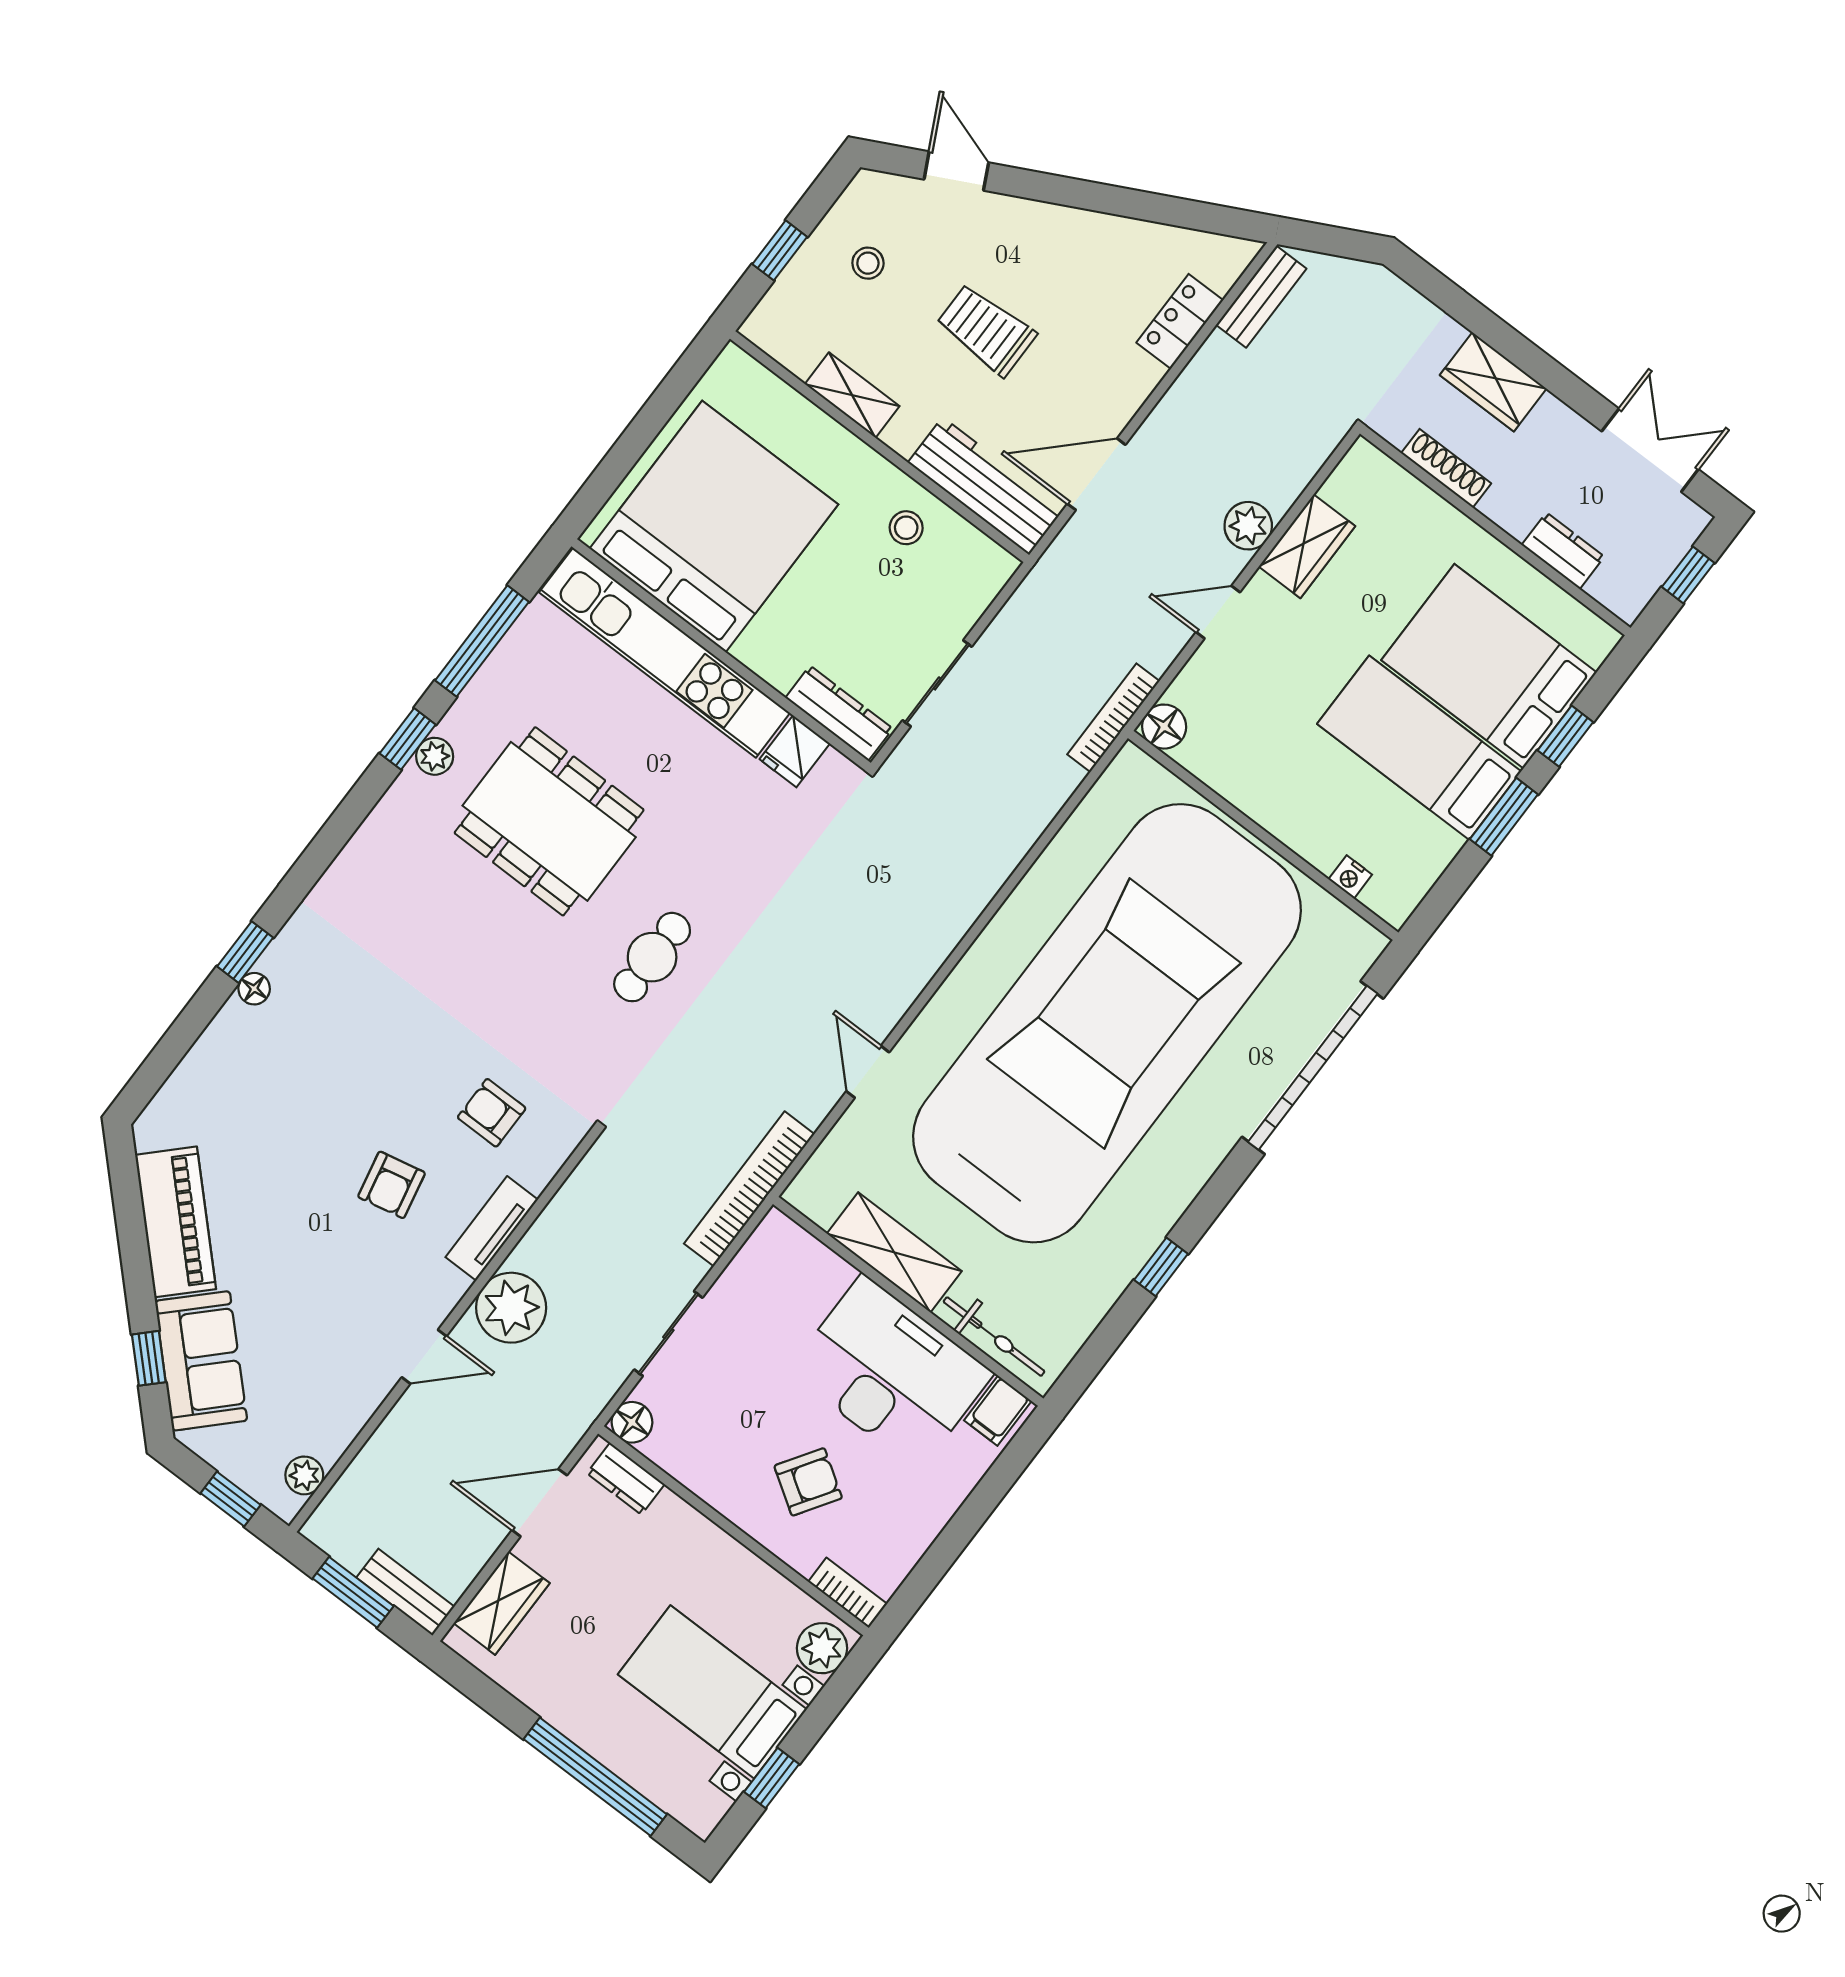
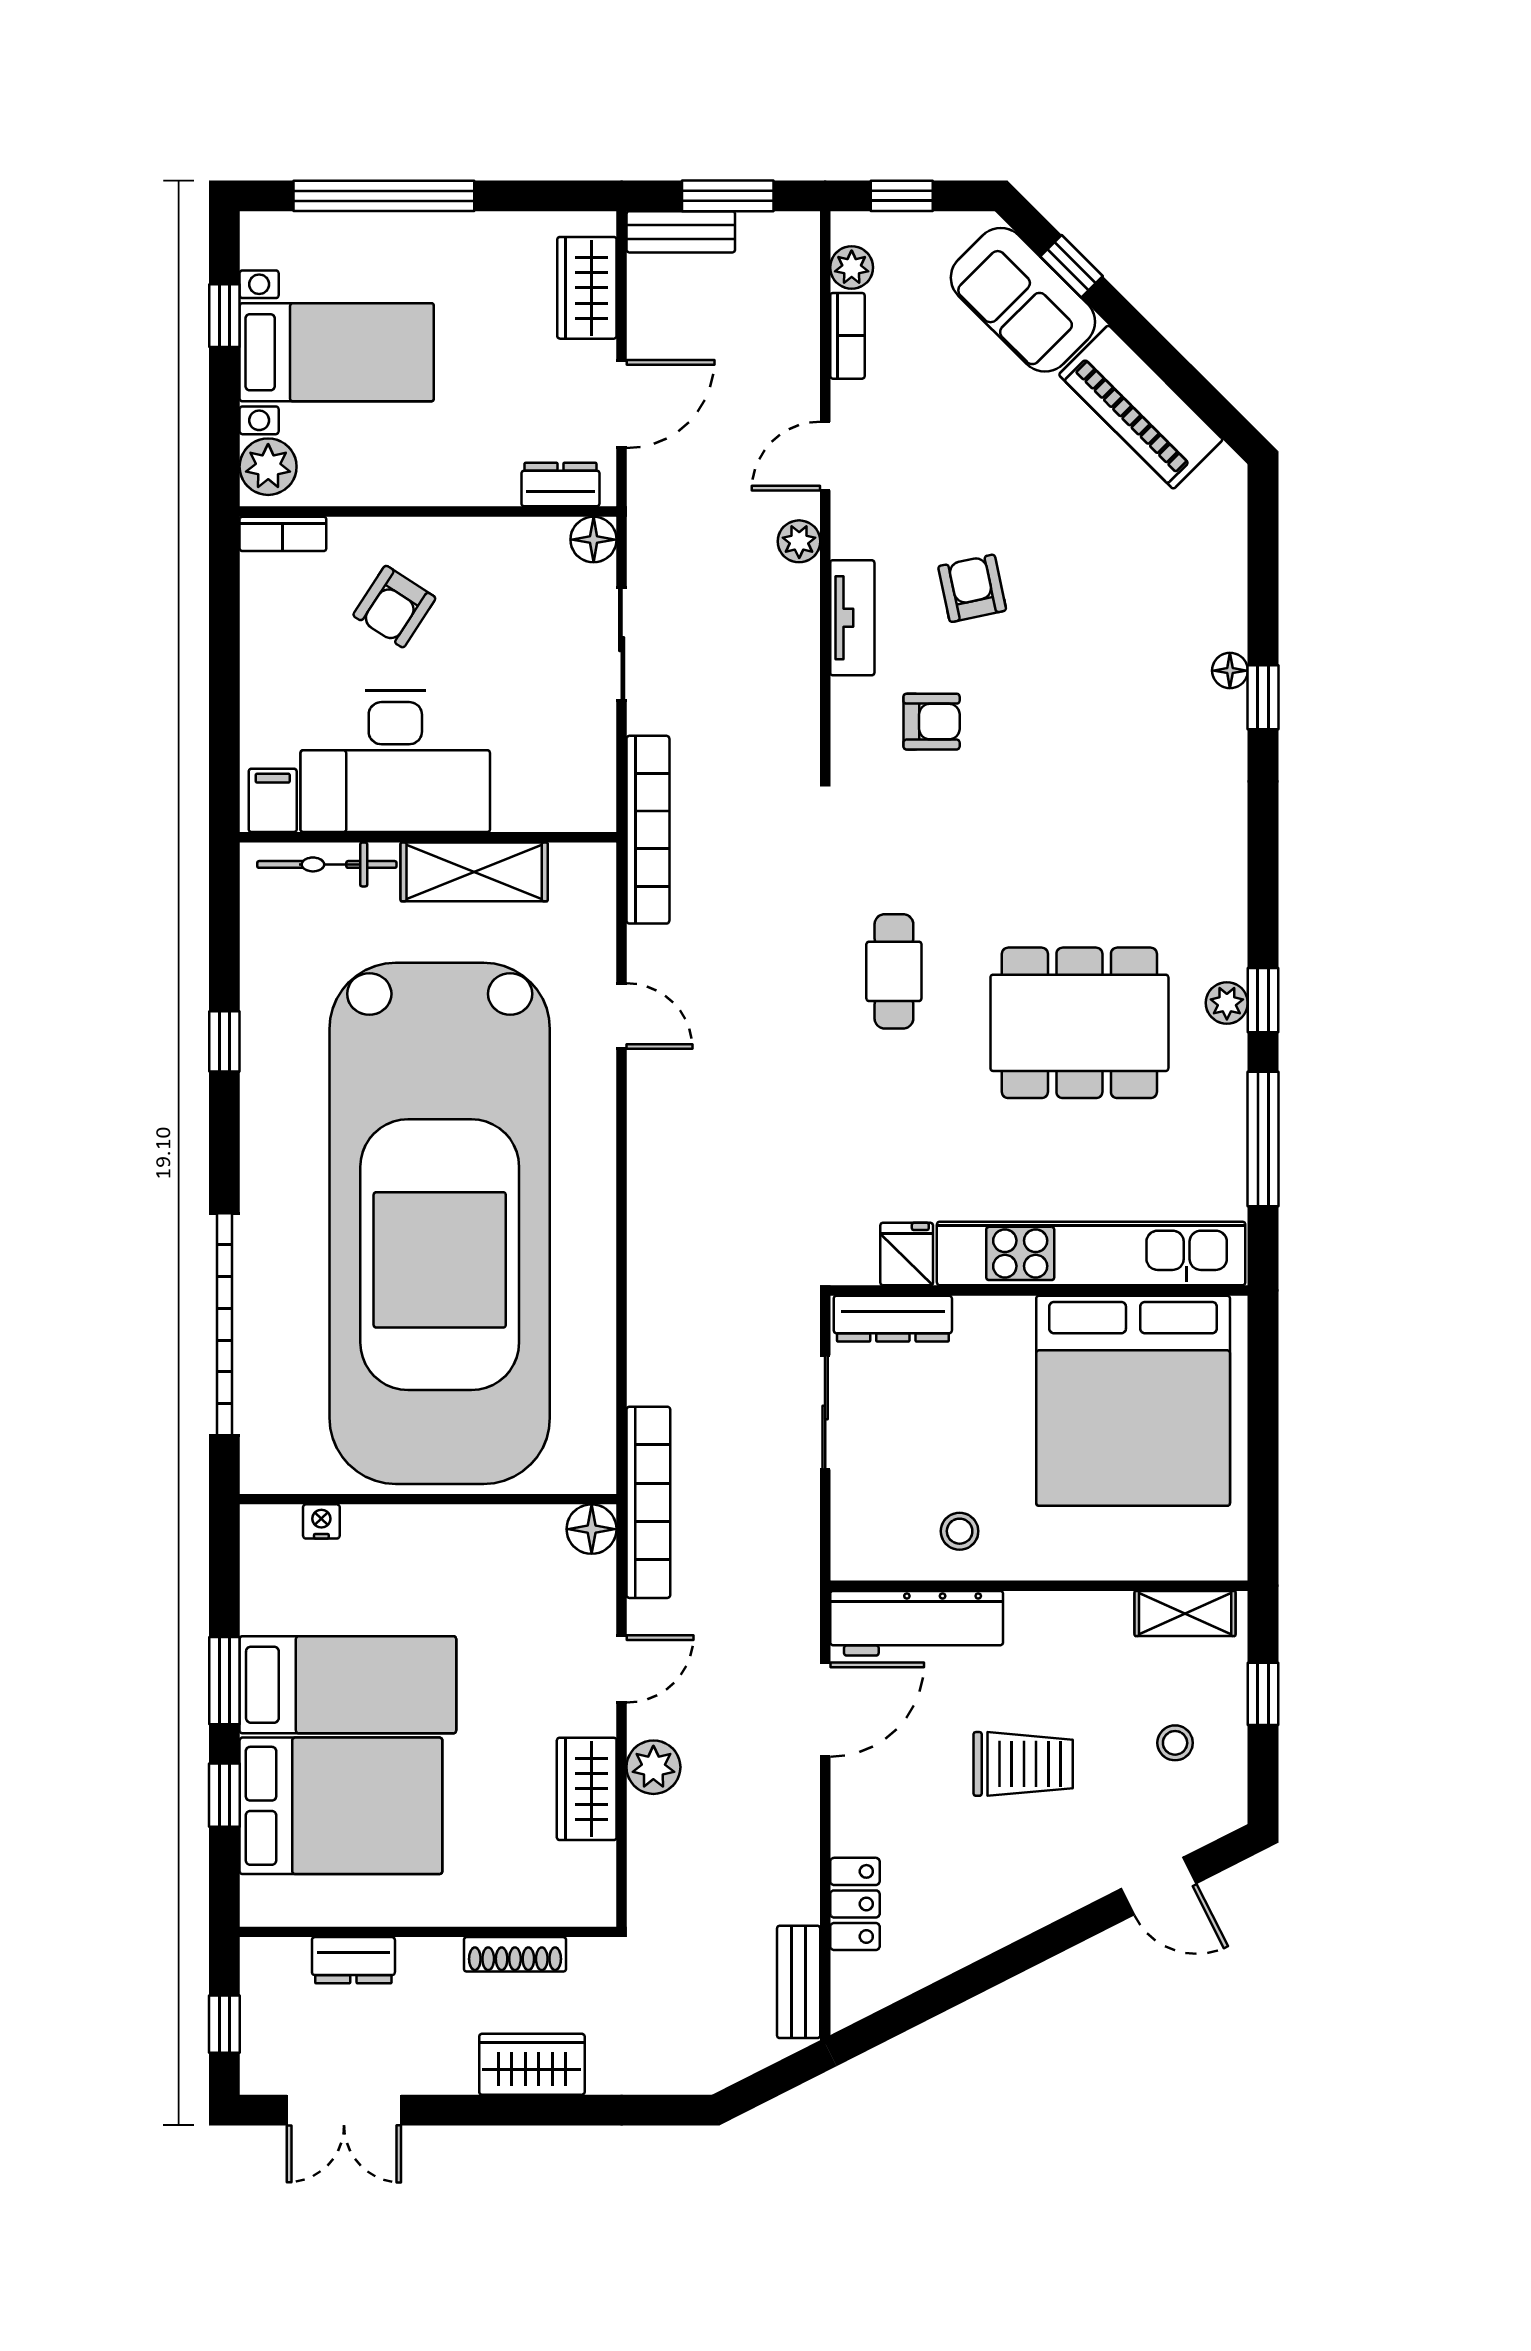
shelving: (852, 395) -> (1185, 1613), moved
bookcase: (1113, 718) -> (648, 1502), width x1.48, depth x1.31
plant: (511, 1308) -> (799, 541), width x0.53, depth x0.53
bookcase: (344, 1430) -> (847, 336), added

